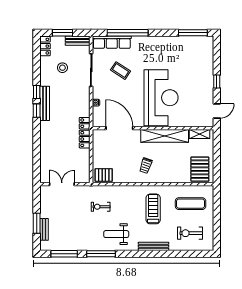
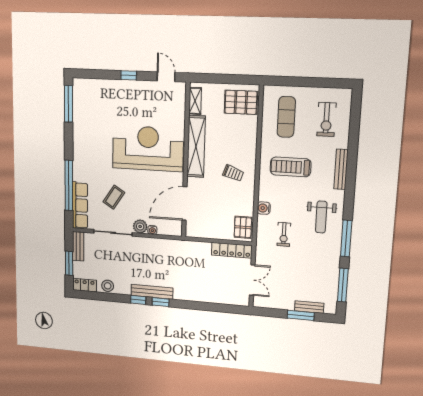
stool: (62, 68) -> (108, 286), moved
plant: (98, 93) -> (140, 226), added
locker: (85, 133) -> (232, 250), moved
double door: (62, 184) -> (252, 280), swing flipped
water cooler: (120, 190) -> (264, 208), added

